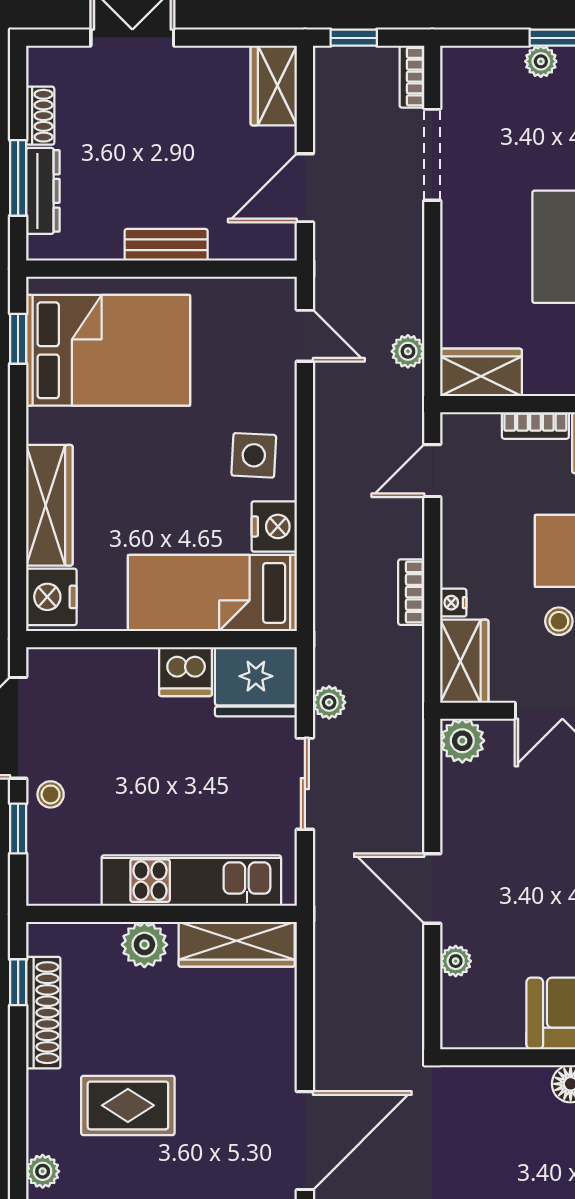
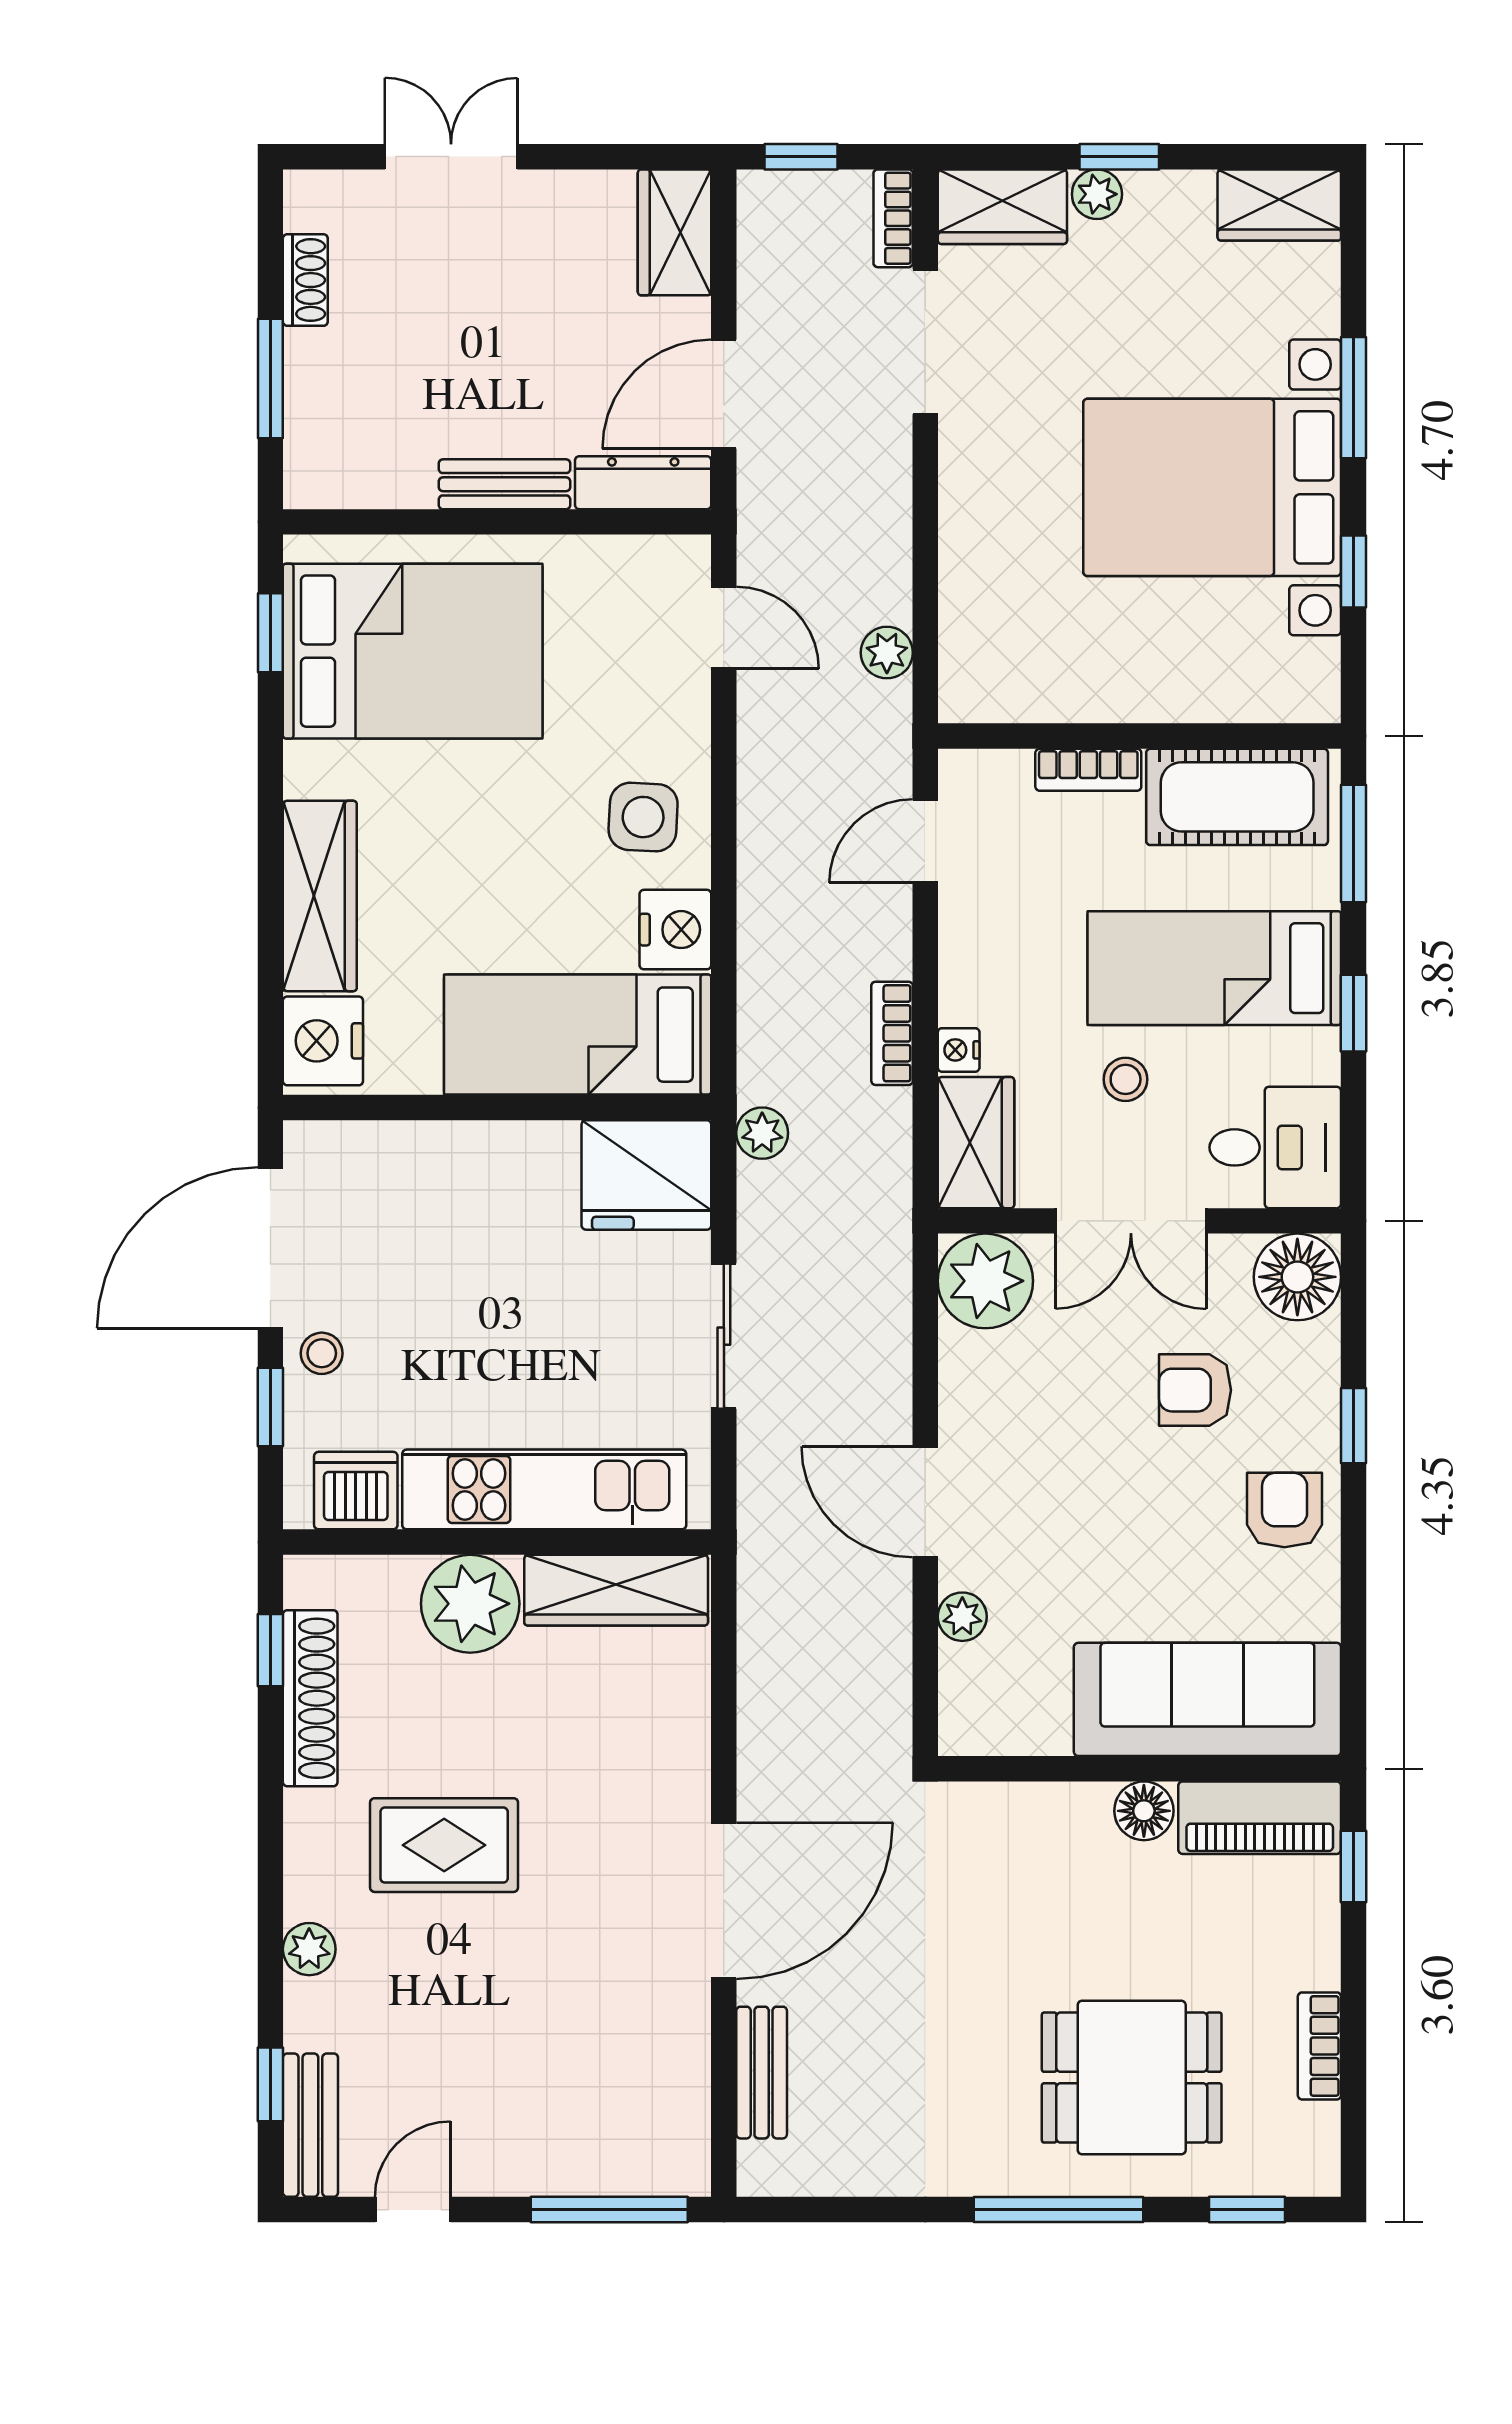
dresser: (43, 191) -> (643, 483), moved, turned -90
wardrobe: (481, 372) -> (1002, 207), moved, turned 180
dishwasher: (186, 672) -> (356, 1491), moved, turned 180
plant: (329, 702) -> (762, 1133), moved
plant: (462, 741) -> (985, 1281), width x1.36, depth x1.36
plant: (144, 945) -> (470, 1604), width x1.36, depth x1.36

